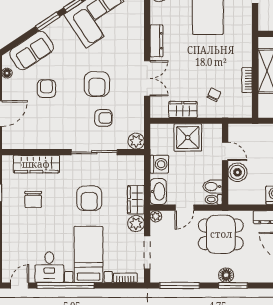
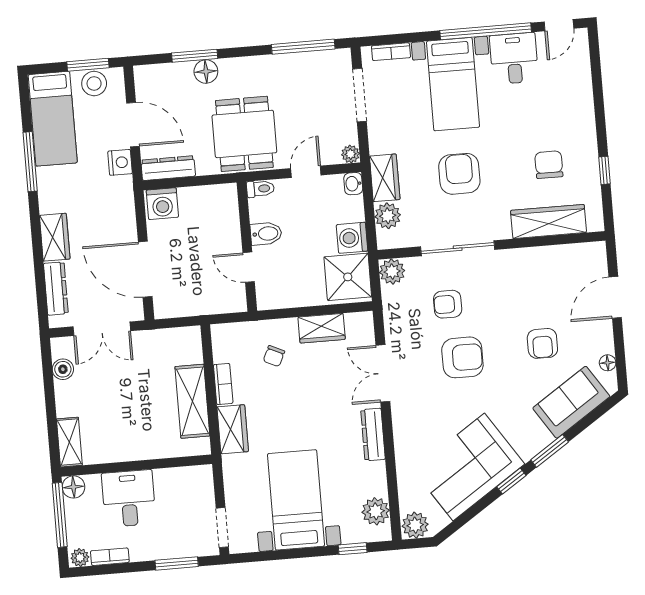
wardrobe: (243, 51) -> (233, 429), added
armchair: (97, 84) -> (462, 357), turned 90
shower: (188, 138) -> (348, 277), moved
boiler: (237, 172) -> (226, 235), removed
bidet: (212, 186) -> (266, 234), moved
washbasin: (158, 192) -> (353, 184), width x0.52, depth x0.69
plant: (136, 223) -> (388, 216), moved
dining table: (221, 234) -> (244, 134), turned 90
floor lamp: (226, 275) -> (206, 71), moved
window: (233, 286) -> (195, 56), moved

